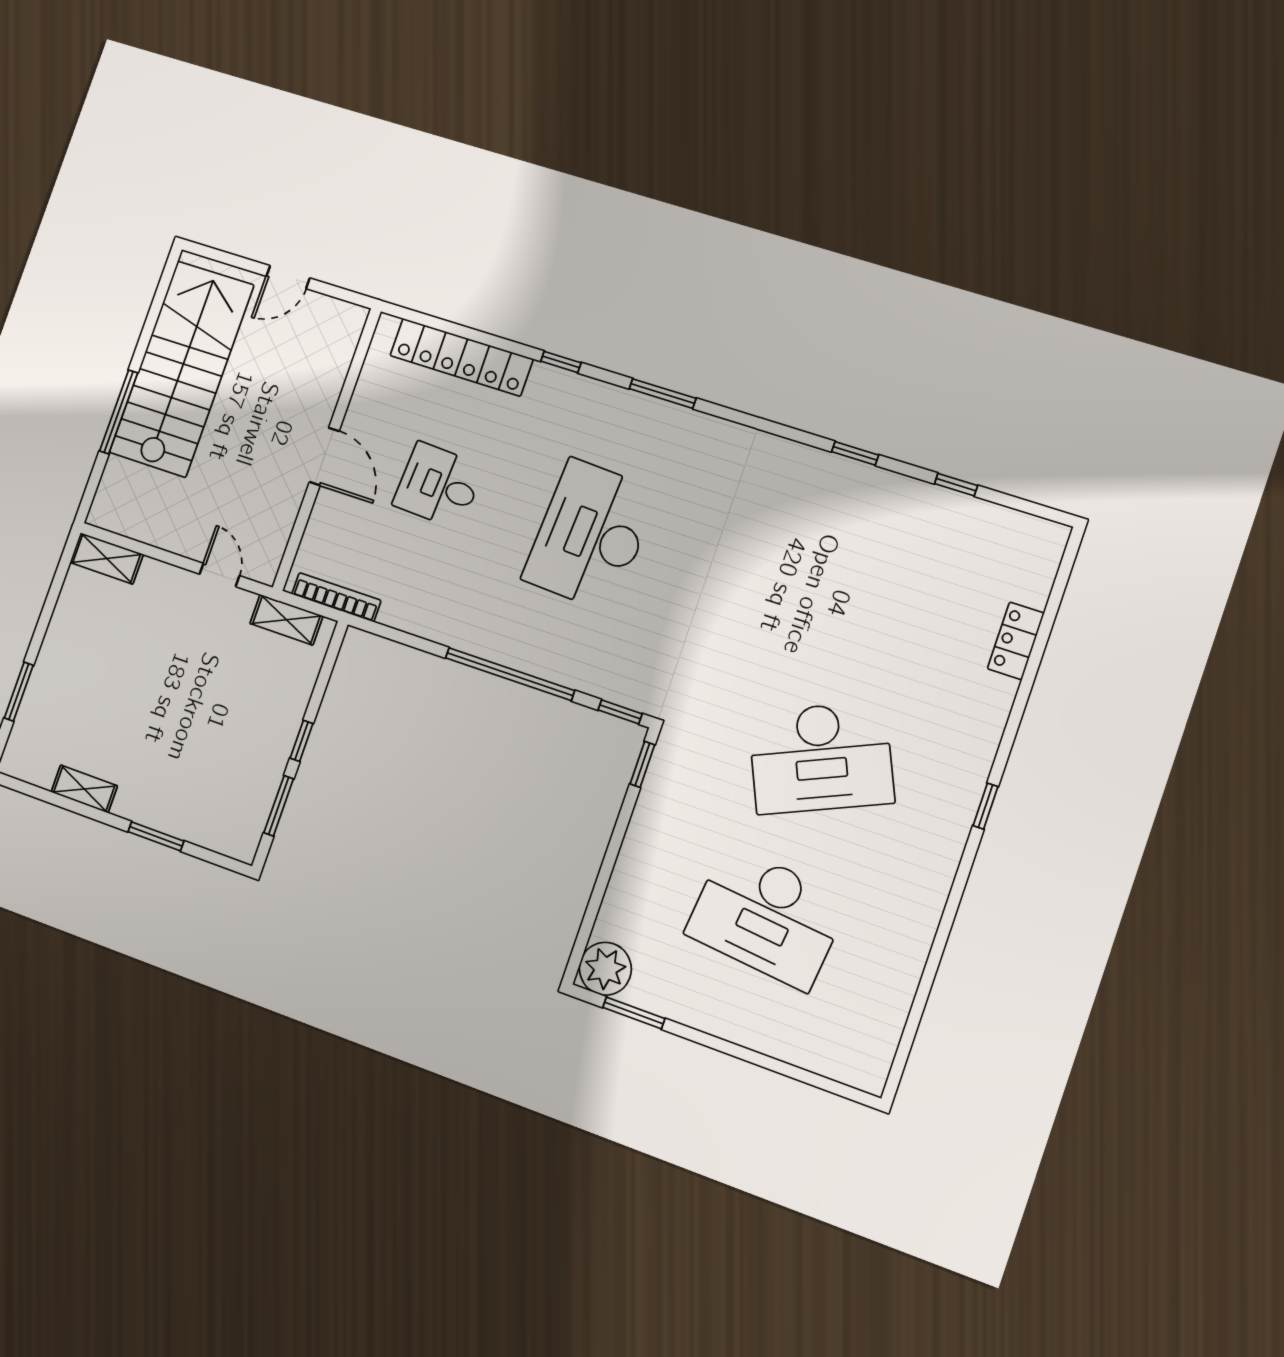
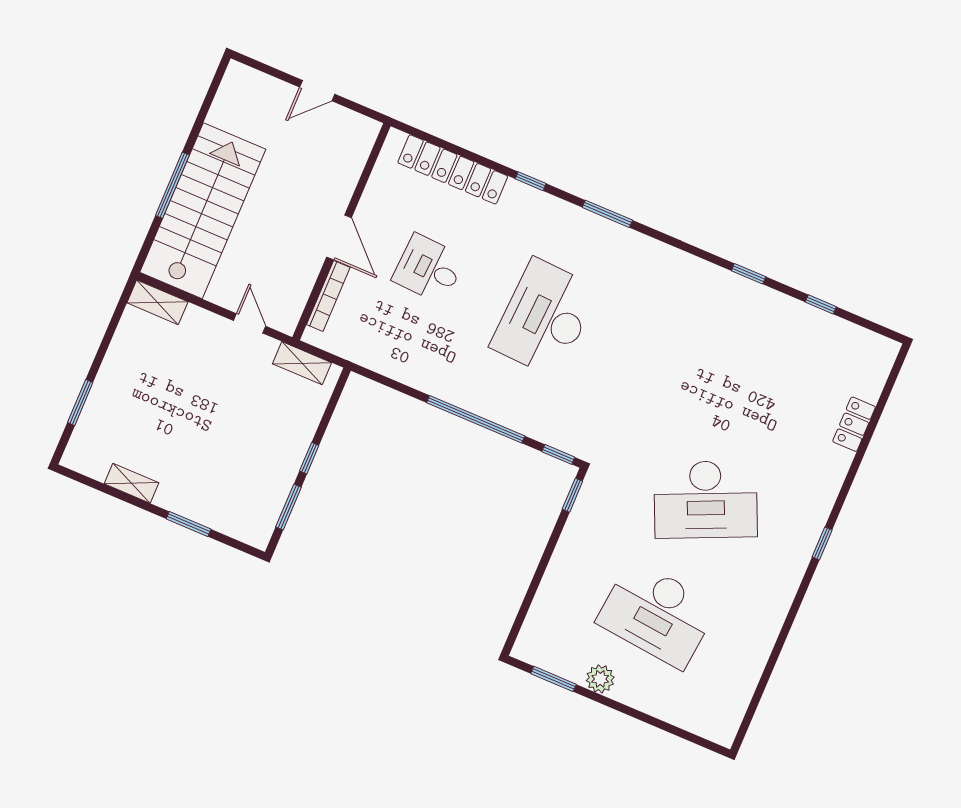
stairs: (182, 369) -> (203, 211), moved
bookcase: (336, 597) -> (328, 296), moved, turned 90
plant: (605, 969) -> (600, 679), moved, width x0.73, depth x0.73

